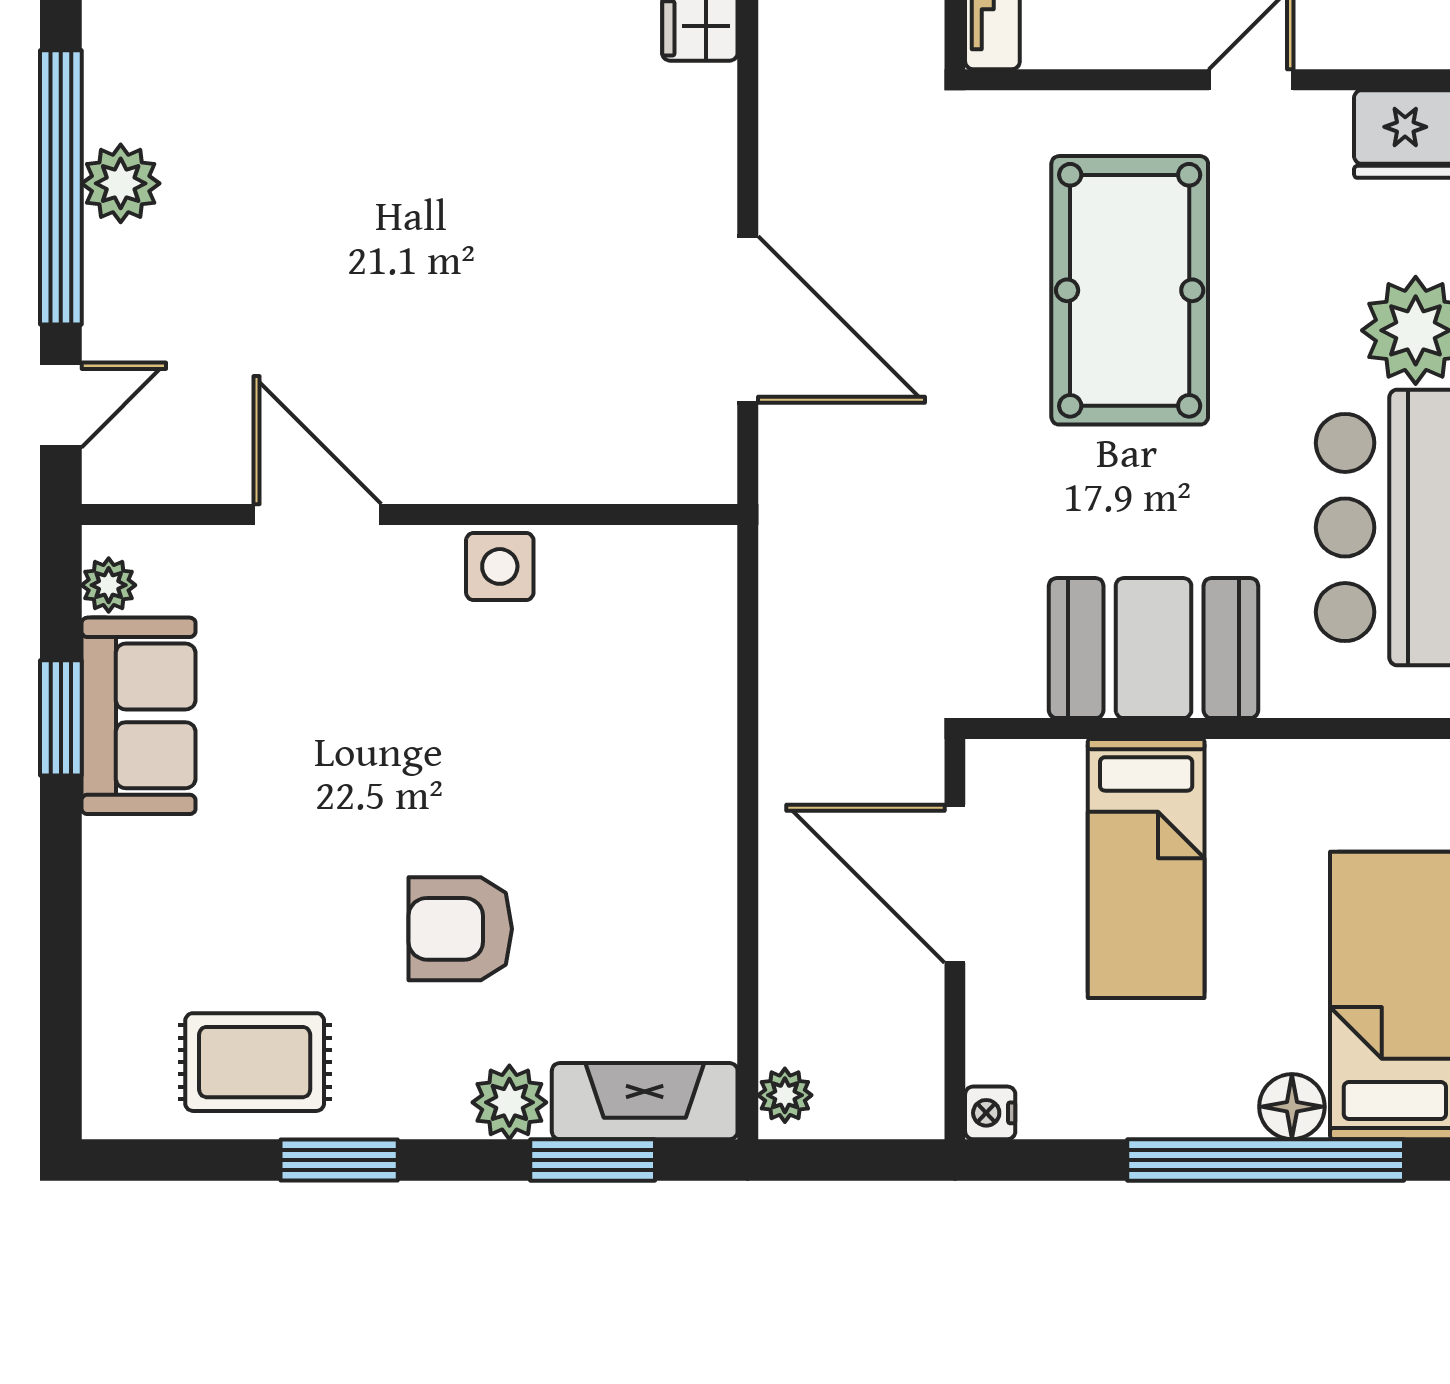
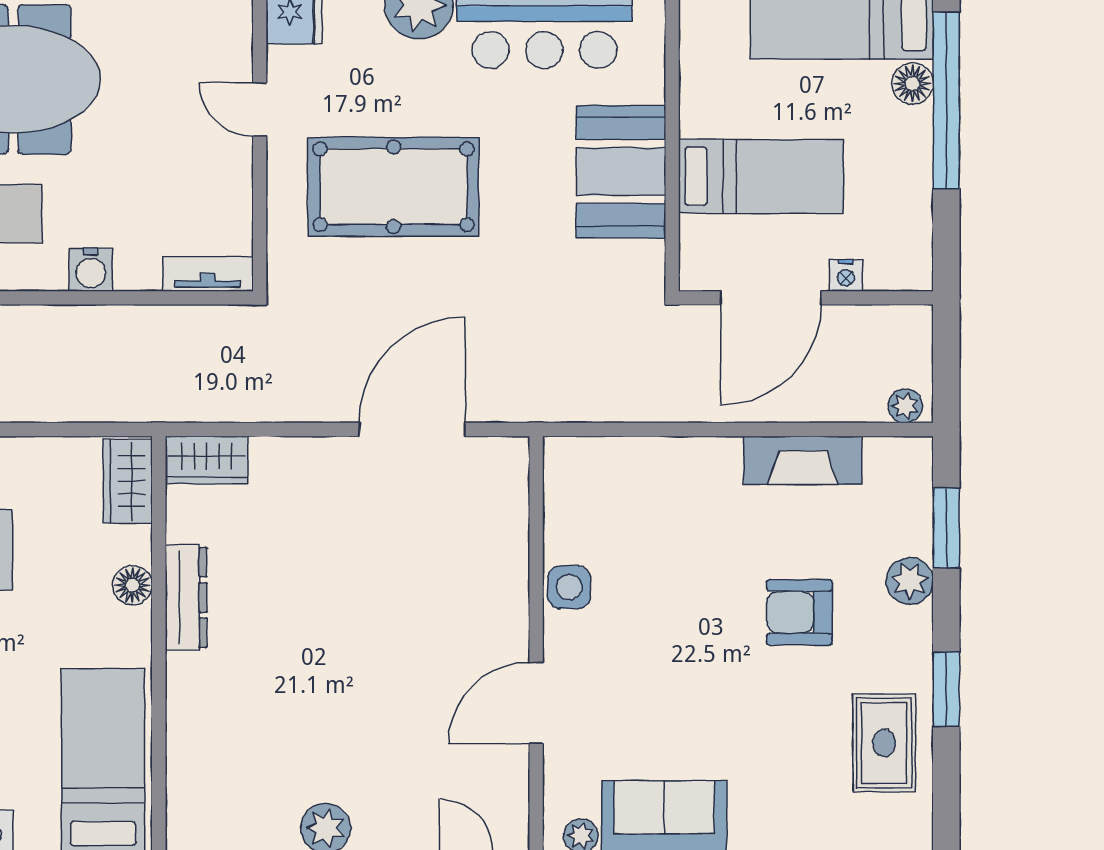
armchair: (460, 929) -> (799, 612), turned 90
fireplace: (645, 1101) -> (803, 460), moved, turned -90
nightstand: (990, 1113) -> (846, 275), moved

